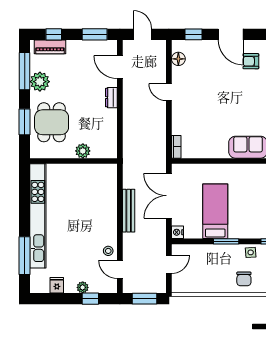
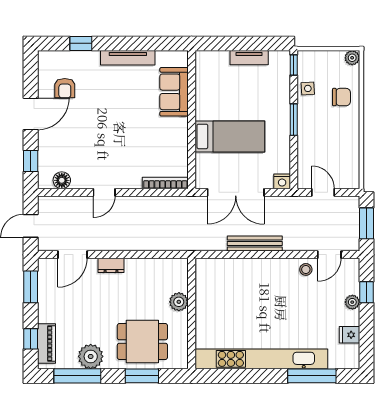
bookcase: (176, 147) -> (165, 183), width x1.56
bed: (215, 211) -> (230, 136), moved, turned 180

